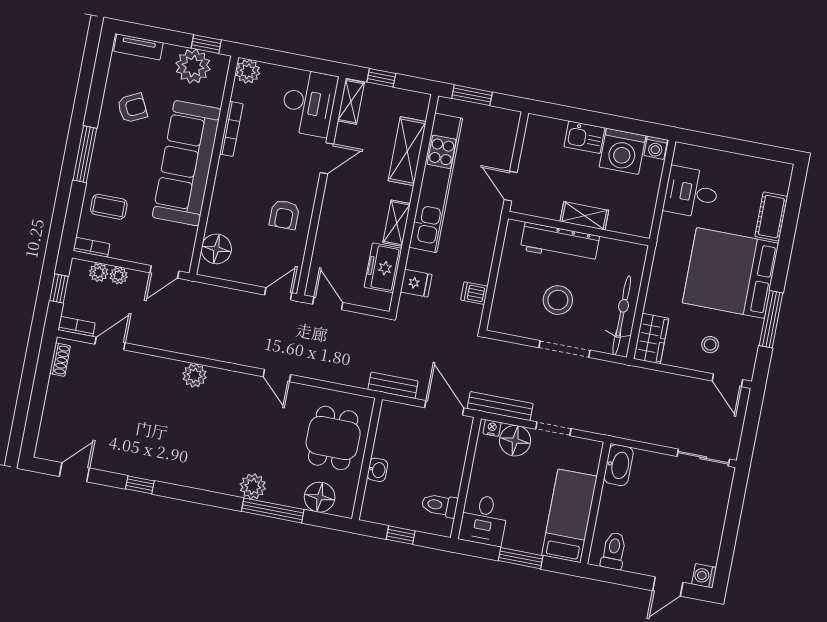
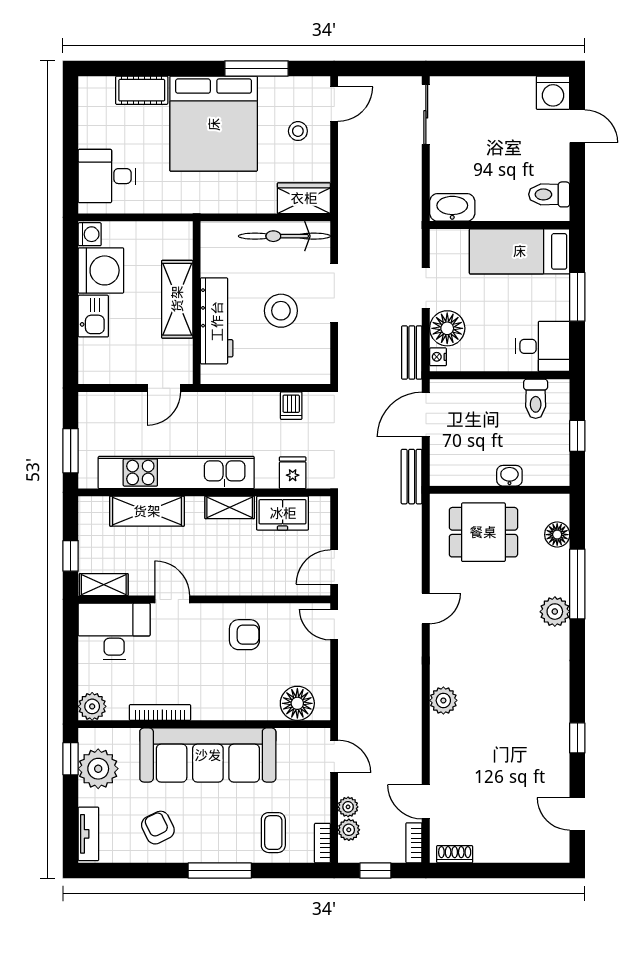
desk: (691, 192) -> (107, 176), moved, turned 90
shelving: (584, 216) -> (177, 299), width x1.50, depth x1.33
bench: (500, 406) -> (412, 352), width x0.73
floor lamp: (320, 497) -> (557, 535), width x0.73, depth x0.73
washing machine: (704, 576) -> (553, 93), width x1.38, depth x1.38

